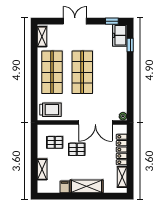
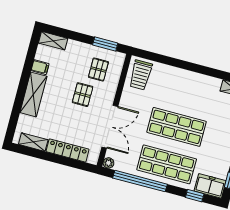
shop shelf: (52, 72) -> (167, 164), moved
window: (130, 89) -> (140, 181), added
double door: (95, 122) -> (110, 127), swing flipped
window: (34, 143) -> (105, 44), added
shelving: (42, 169) -> (53, 41), moved

